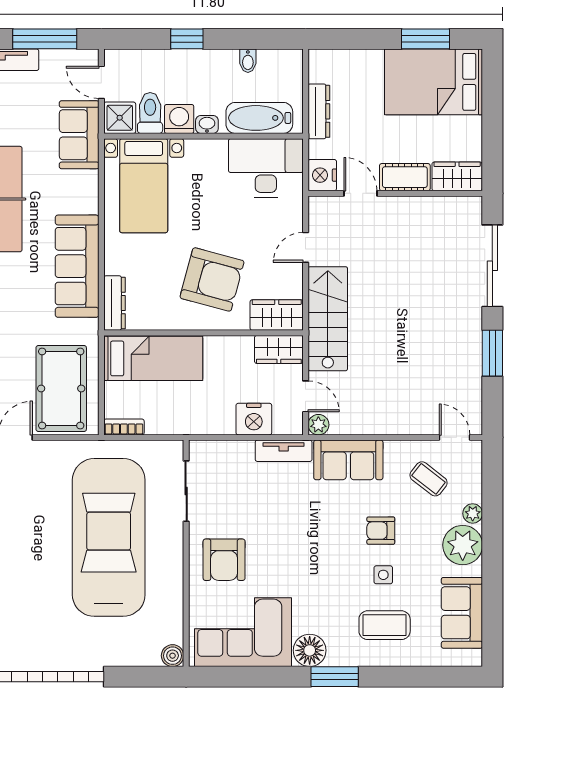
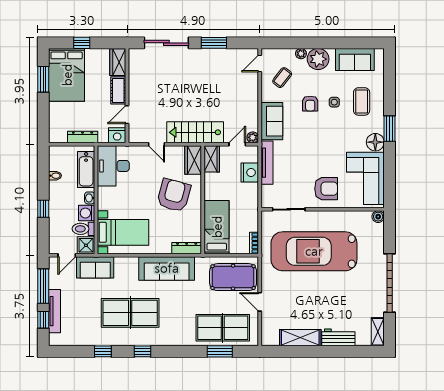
window: (492, 110) -> (82, 43), added
tv unit: (284, 451) -> (267, 163), width x1.41

